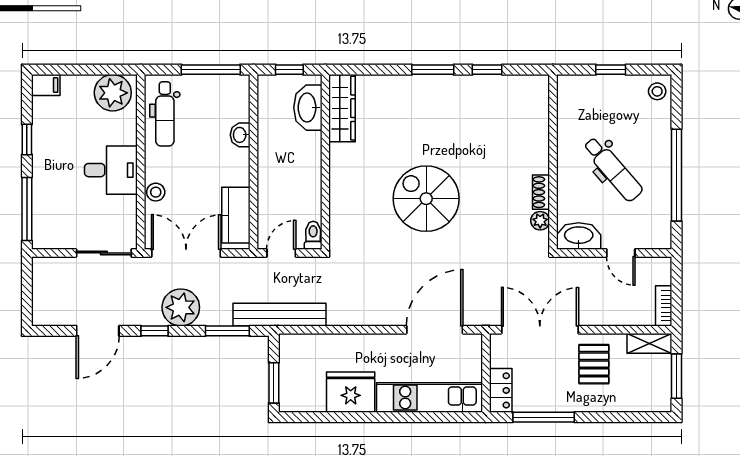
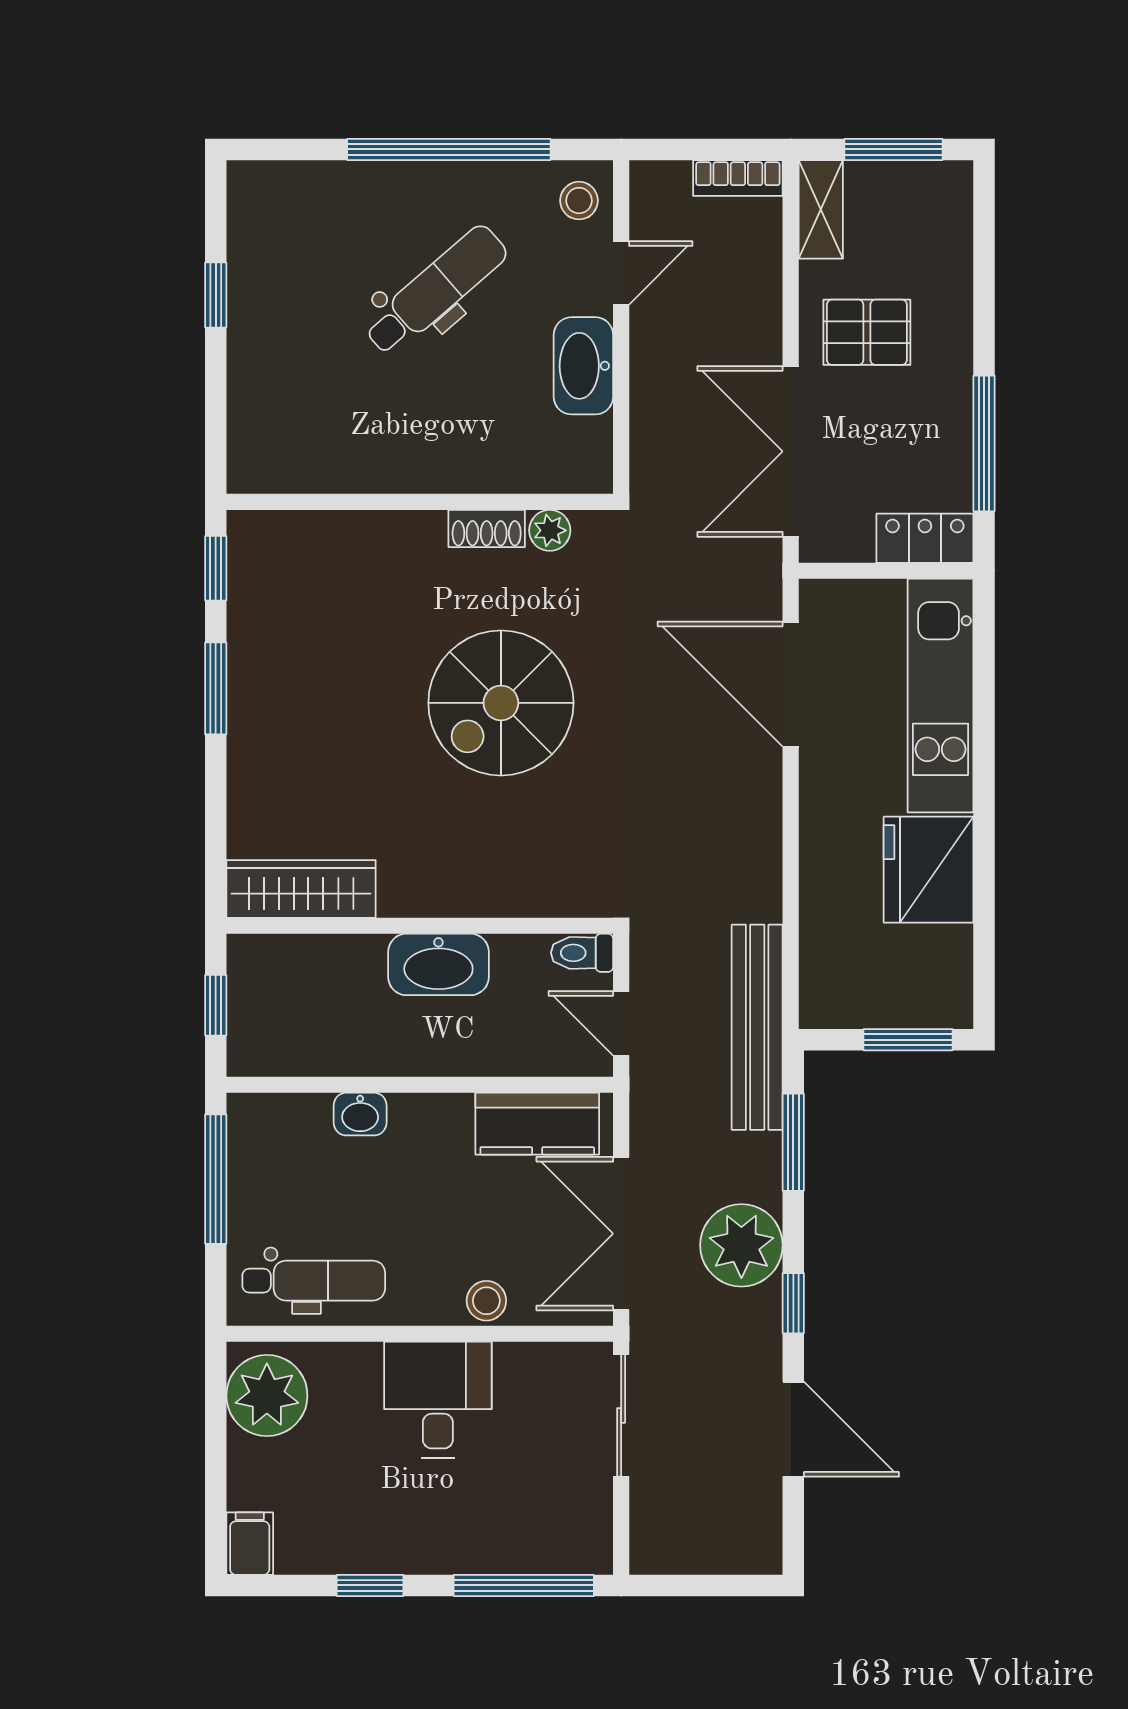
stool: (657, 91) -> (579, 201), moved
washbasin: (308, 108) -> (438, 964), moved
wall: (553, 162) -> (420, 502), moved
shoe rack: (541, 192) -> (487, 528), moved
plant: (540, 221) -> (550, 530), moved

